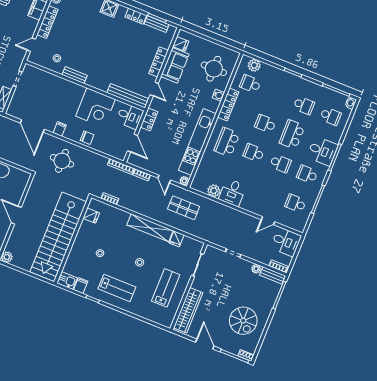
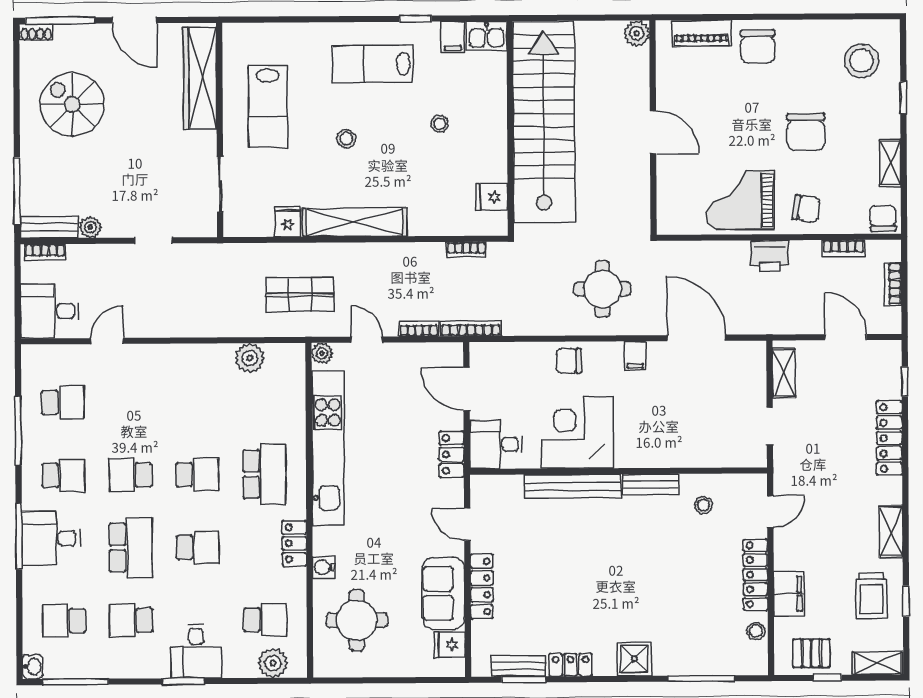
bench: (128, 96) -> (573, 486), moved
locker: (228, 104) -> (294, 543), width x0.66
desk: (232, 192) -> (196, 651), moved, turned 180

